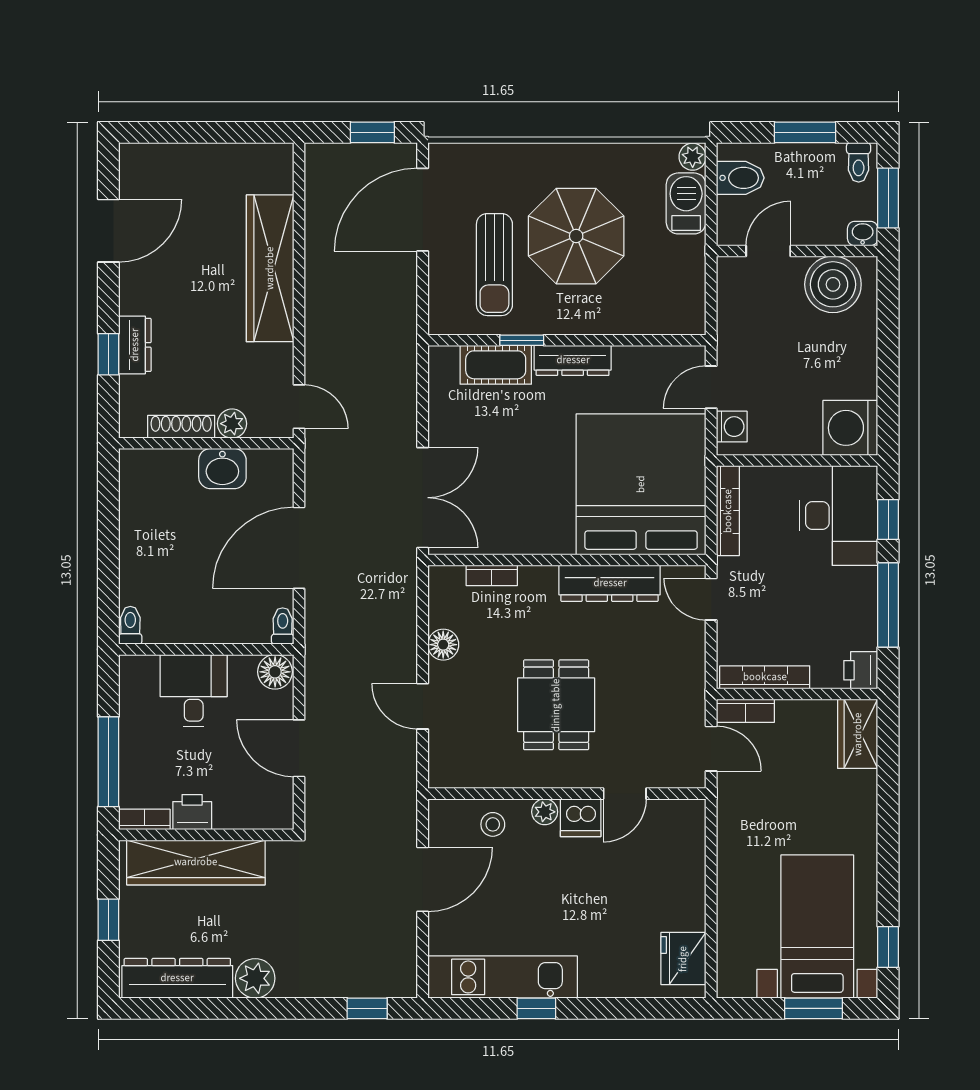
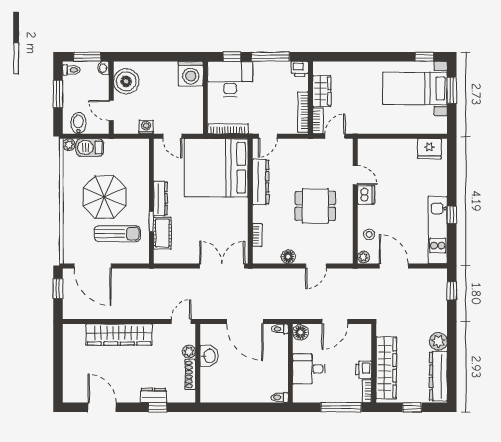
washing machine: (732, 427) -> (146, 127), moved
wardrobe: (858, 734) -> (322, 91), moved, turned -90
plant: (545, 812) -> (363, 257), moved

